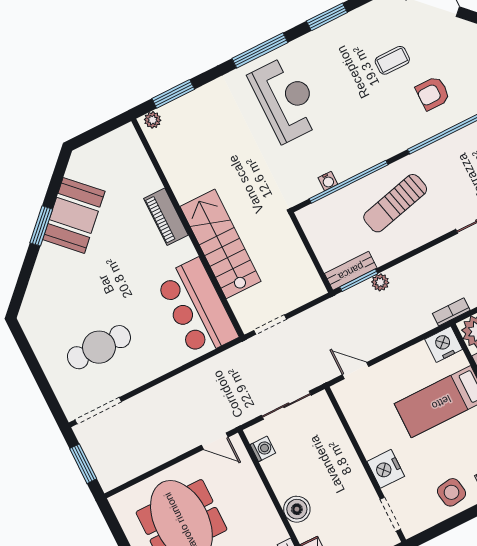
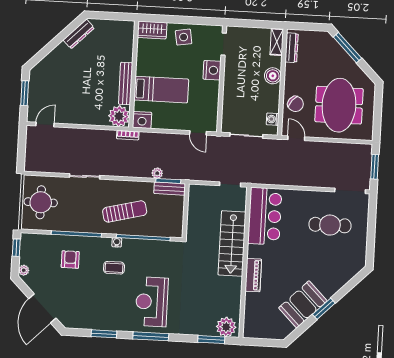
coffee table: (392, 60) -> (114, 268), moved
armchair: (433, 93) -> (70, 260), turned -90
plant: (153, 120) -> (226, 327), width x1.87, depth x1.87
water cooler: (328, 181) -> (117, 242), moved
chair: (243, 488) -> (295, 104), added

